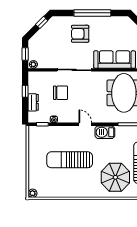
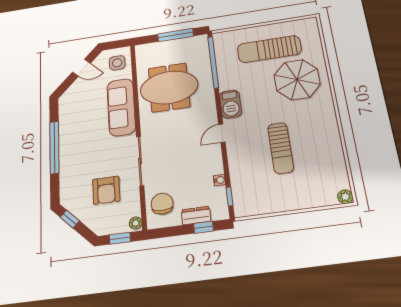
armchair: (80, 34) -> (106, 190), moved
window: (25, 91) -> (203, 227), moved
chair: (61, 93) -> (162, 204), moved
sun lounger: (70, 160) -> (281, 148), width x0.73, depth x0.75

